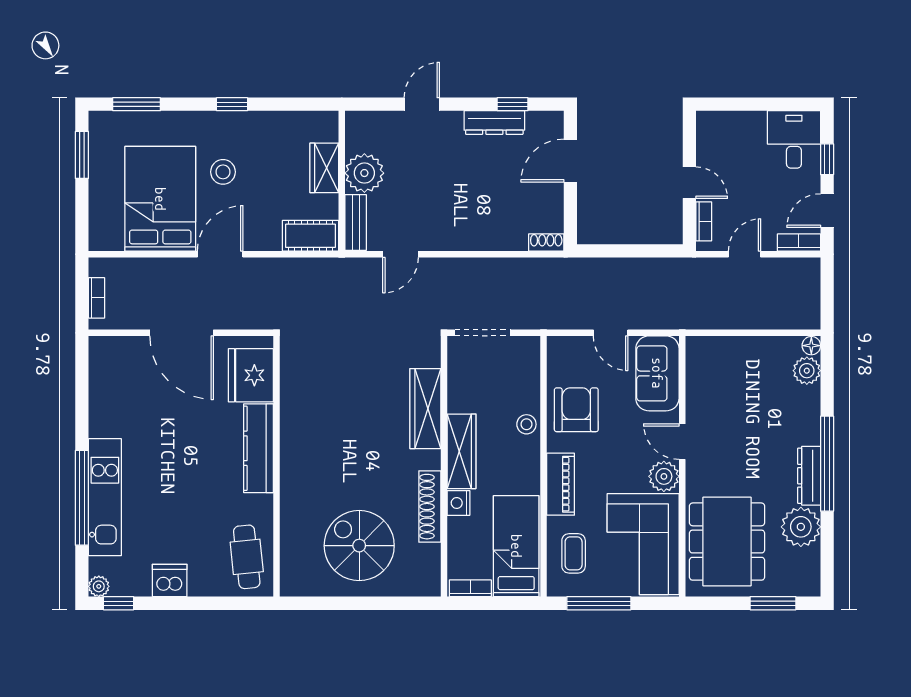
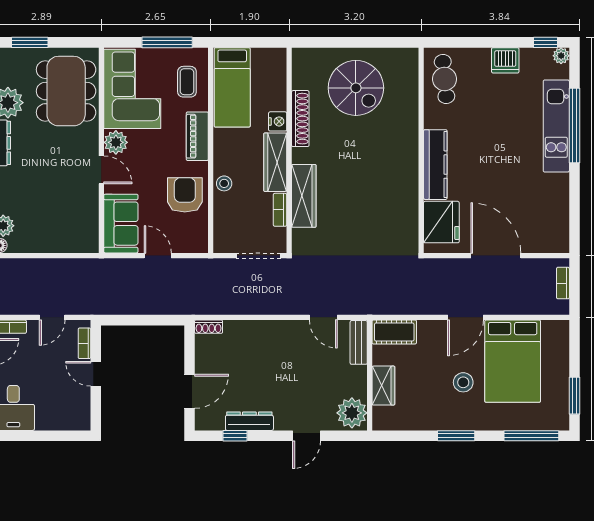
window: (137, 104) -> (531, 436), width x1.44
window: (232, 104) -> (456, 436), width x1.50
plant: (364, 173) -> (352, 413), moved
door: (401, 254) -> (323, 317), swing flipped
armchair: (576, 410) -> (185, 195), turned 180
bookcase: (470, 588) -> (280, 210), moved, turned 90

